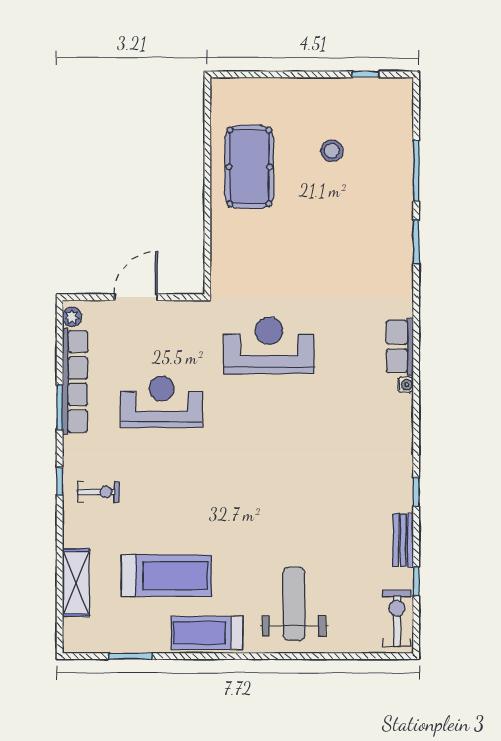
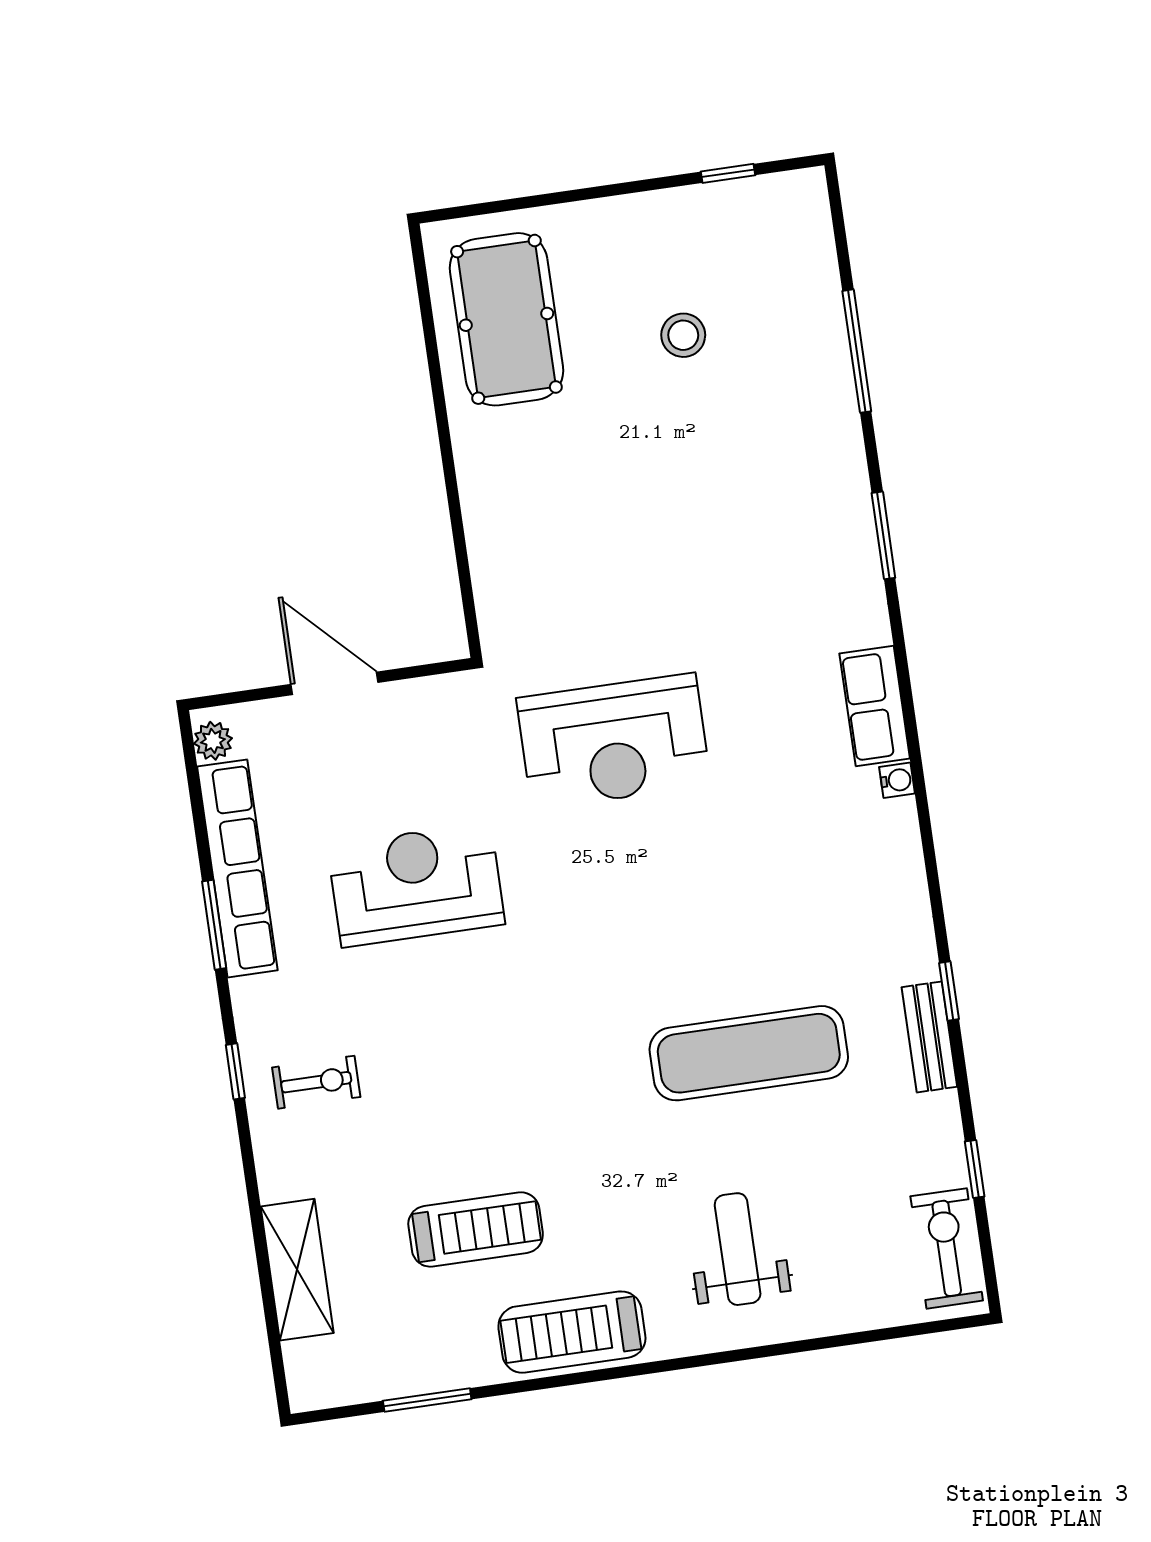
pool table: (249, 167) -> (506, 319), moved
window: (416, 242) -> (883, 535), moved
door: (136, 297) -> (335, 683), hinge flipped
reception desk: (269, 346) -> (614, 741), turned 180
exercise mat: (313, 508) -> (749, 1053), added
bench: (403, 540) -> (929, 1037), moved
treadmill: (166, 576) -> (476, 1229), width x0.73, depth x0.73
weight bench: (294, 604) -> (738, 1249), width x0.73, depth x0.75

